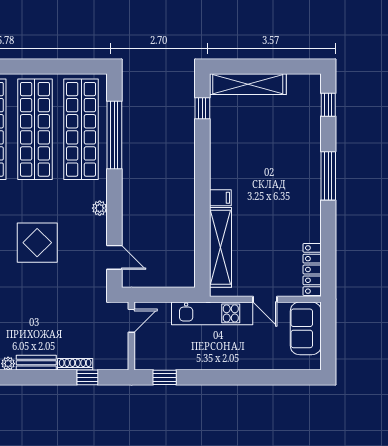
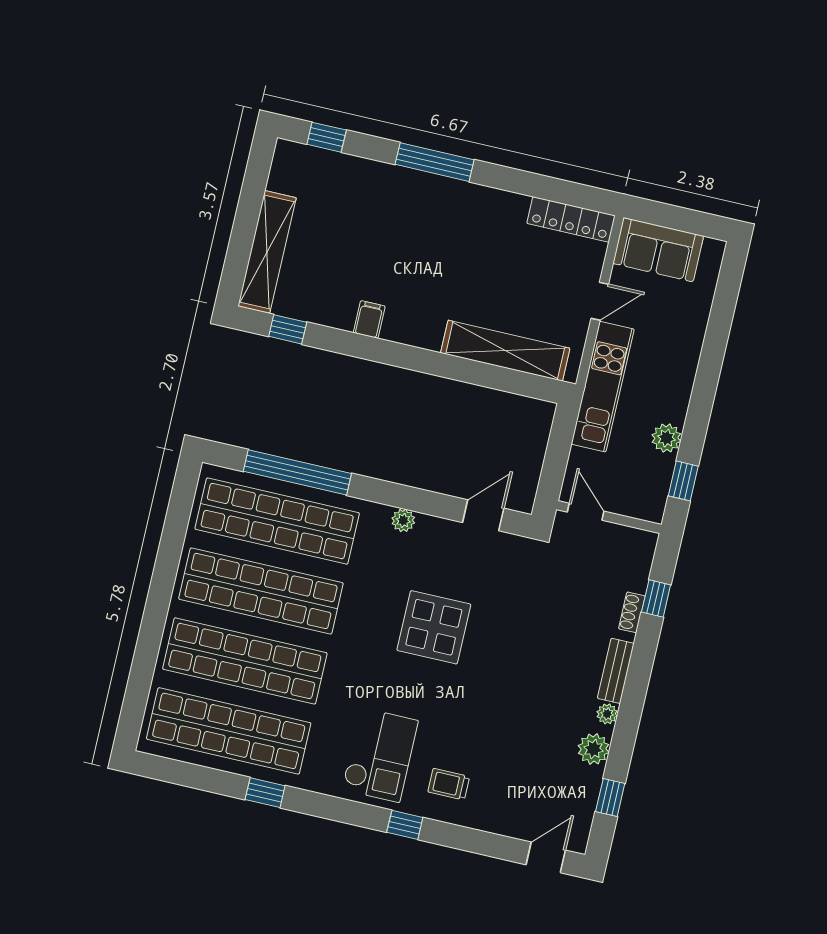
filing cabinet: (220, 198) -> (369, 319), moved
plant: (189, 361) -> (666, 438), added
shoe rack: (75, 364) -> (632, 612), width x0.70

